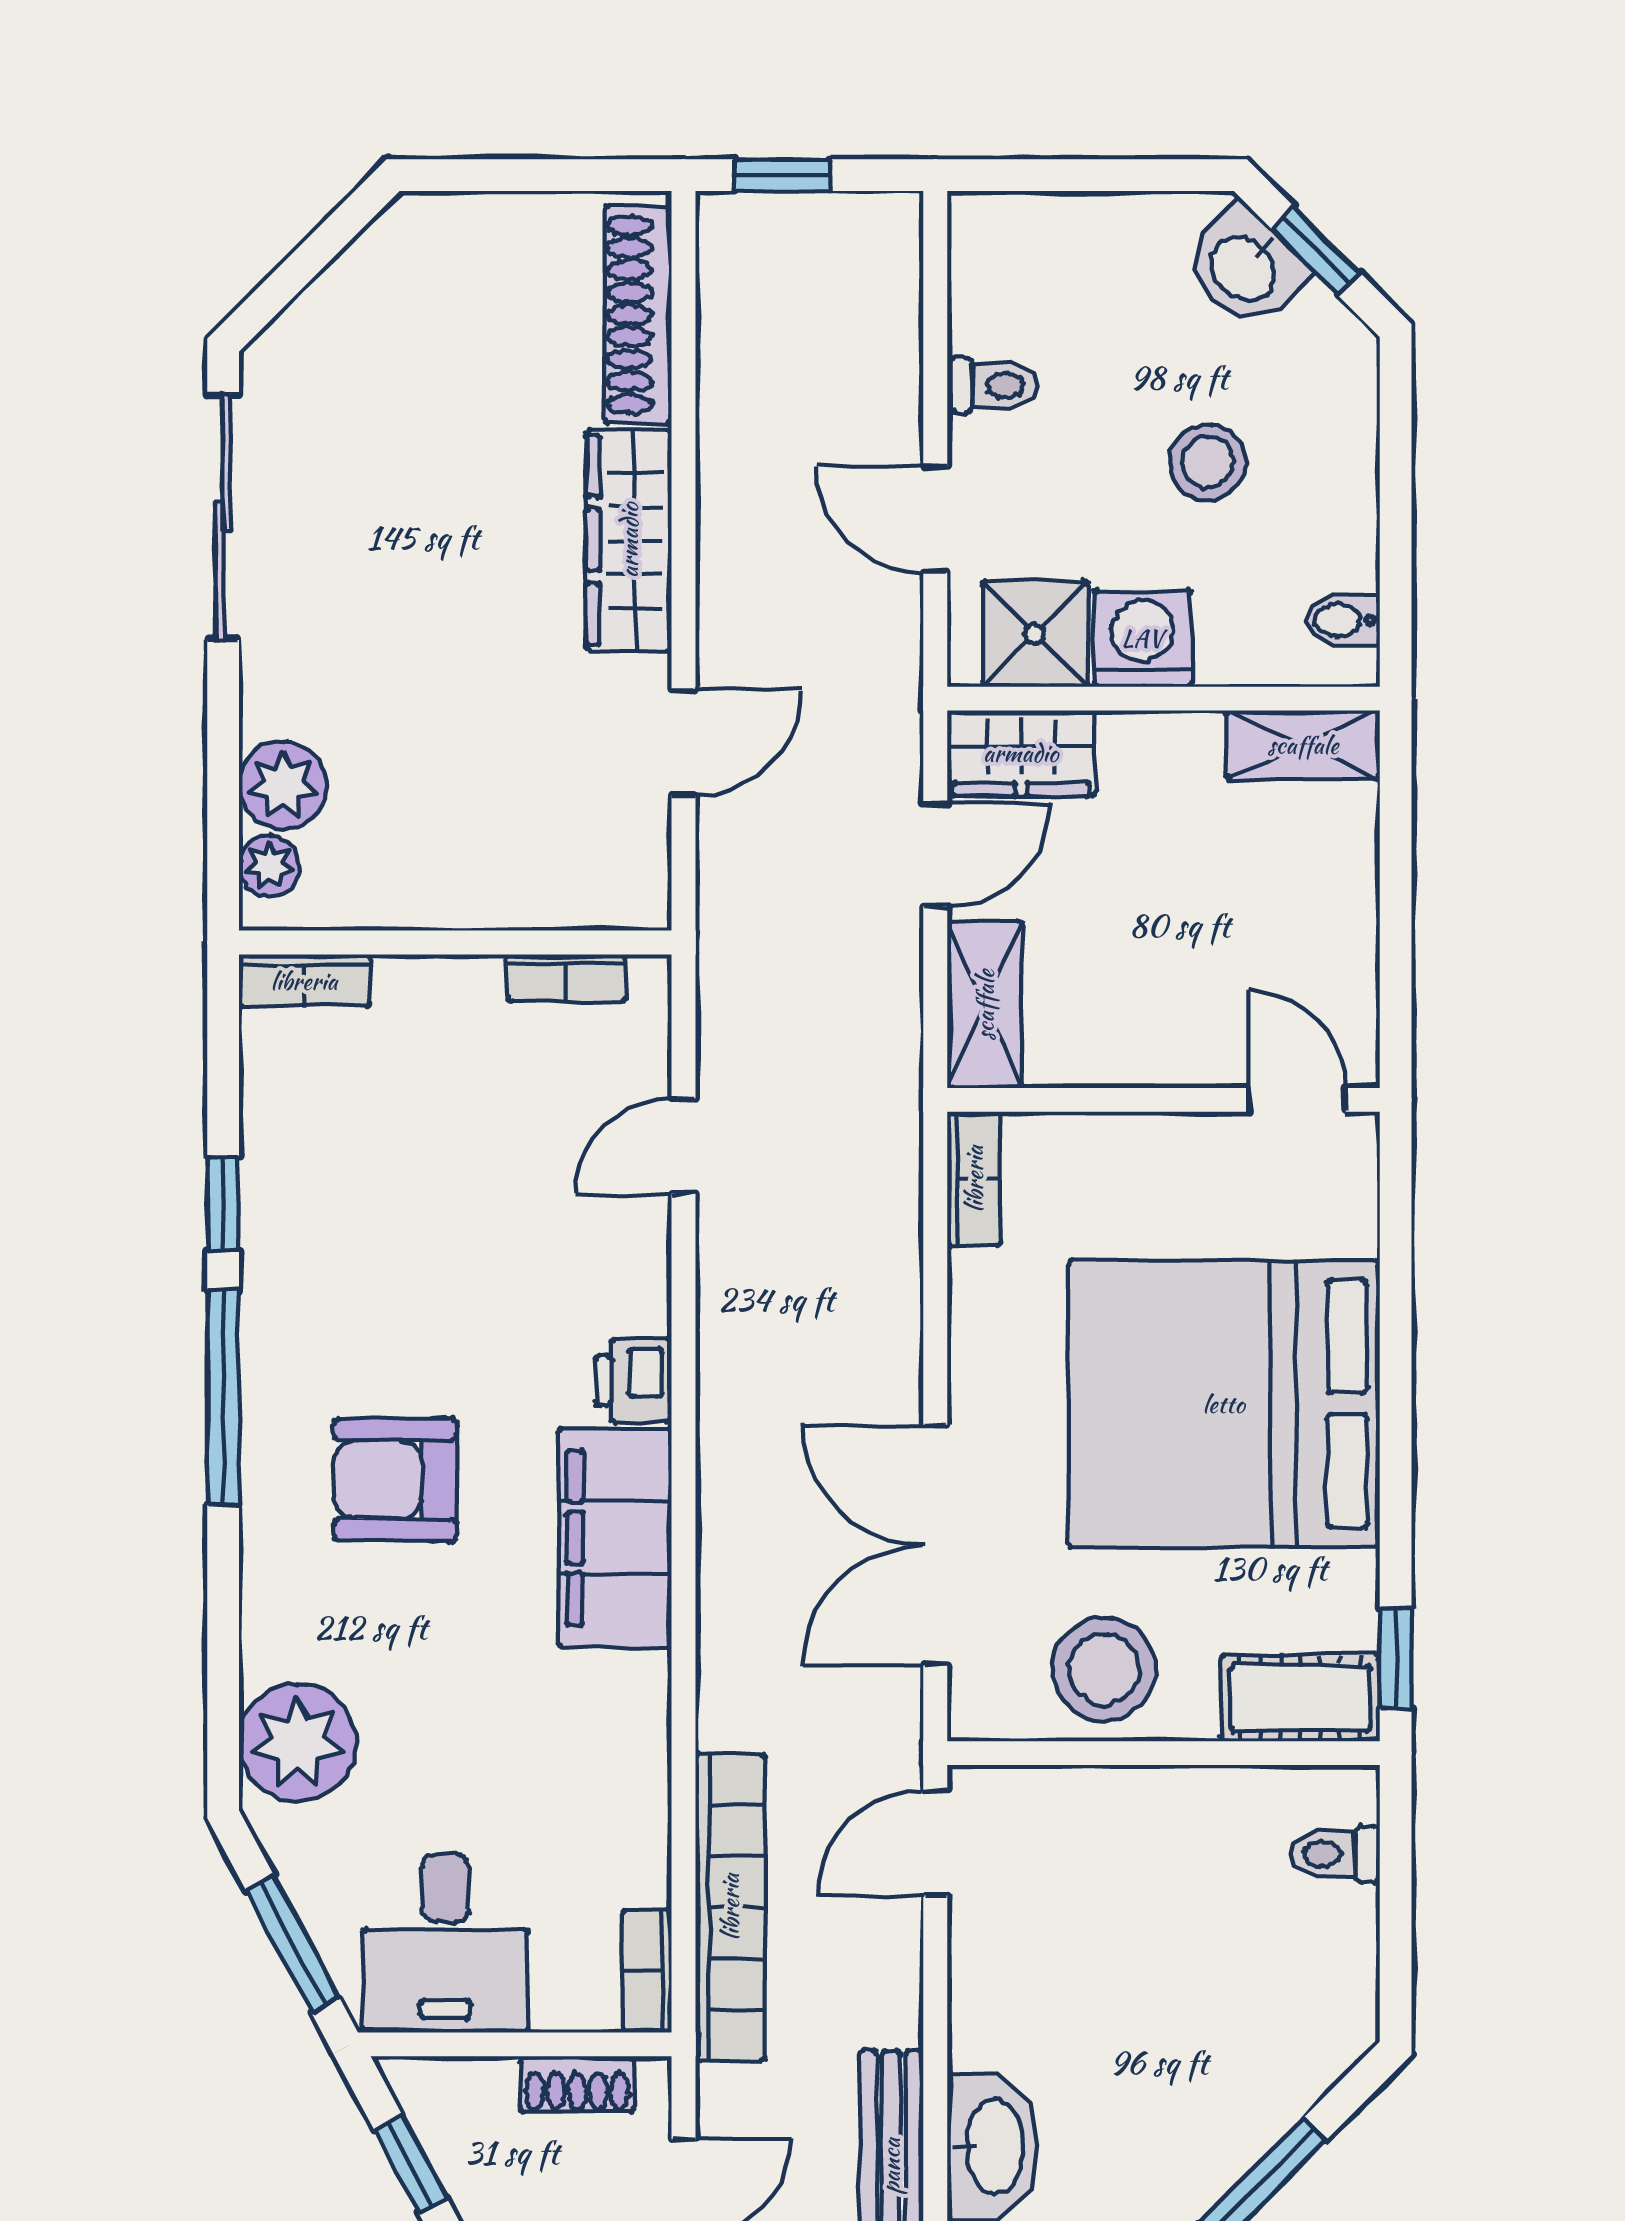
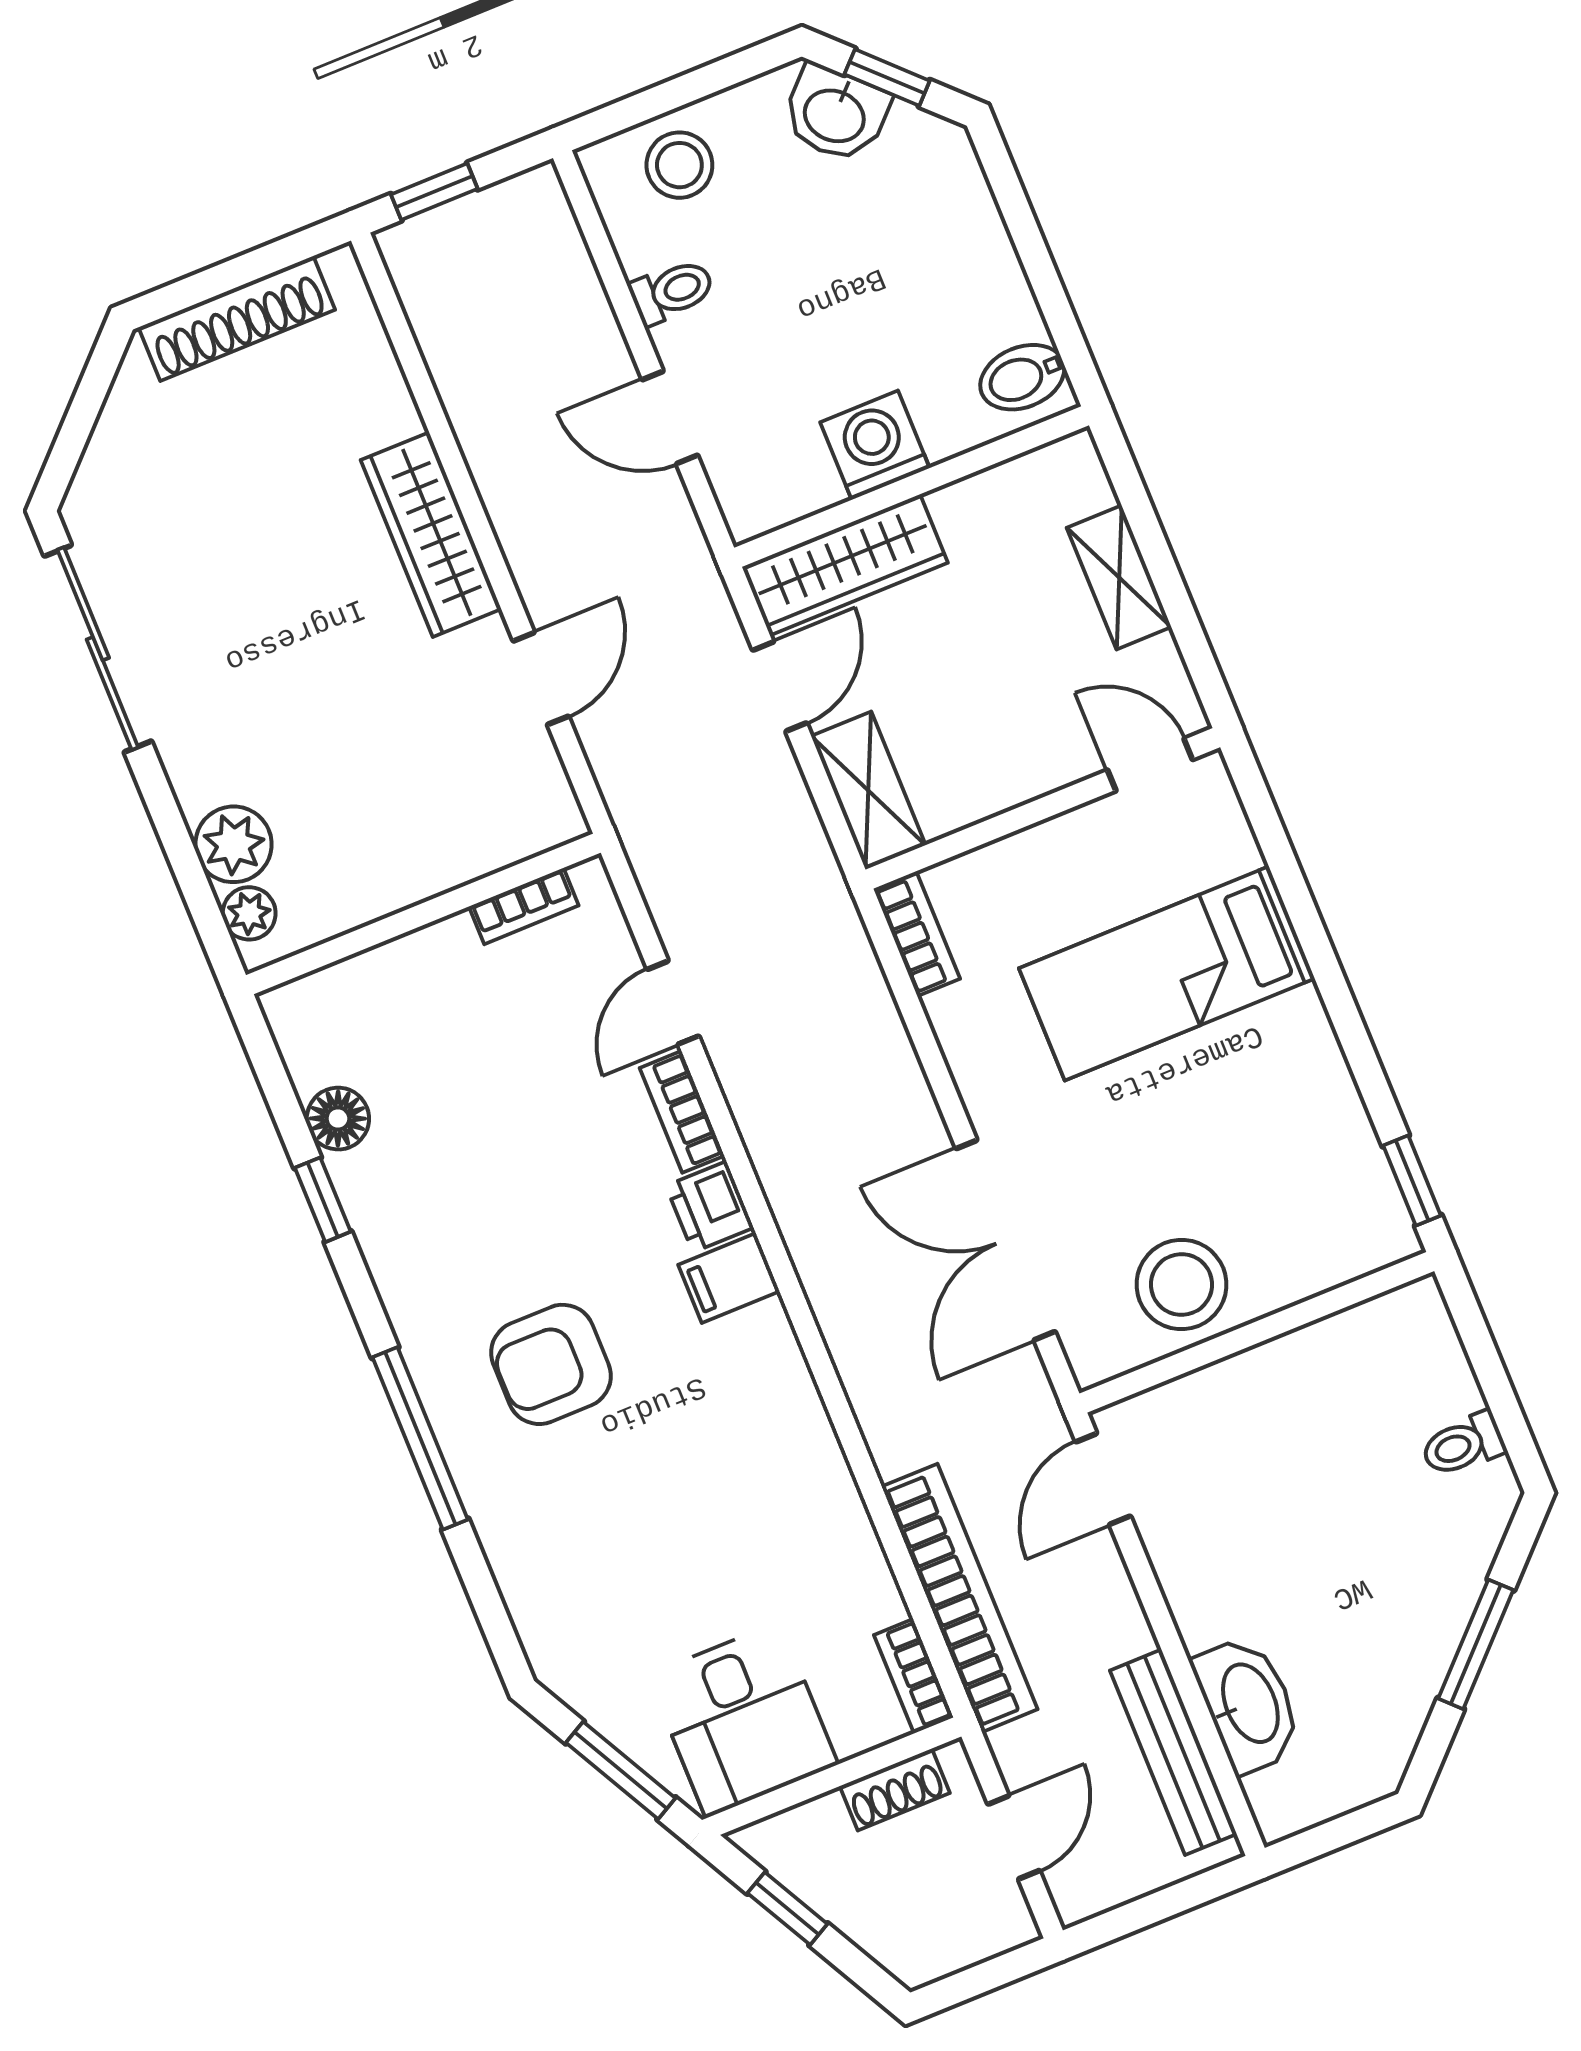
shoe rack: (638, 315) -> (237, 319), moved, turned -90
stool: (1208, 462) -> (679, 165), moved
bidet: (1343, 620) -> (1022, 377), width x1.38, depth x1.36
shower: (1035, 634) -> (787, 477), removed
shelving: (1303, 745) -> (1119, 577), moved, turned 90
wardrobe: (1021, 753) -> (845, 565), width x1.50
bookcase: (304, 981) -> (682, 1112), moved, turned 90
floor lamp: (275, 1124) -> (338, 1119), added
window: (223, 1398) -> (420, 1438), moved
bed: (1224, 1404) -> (1167, 973), width x0.49
filing cabinet: (615, 1538) -> (729, 1278), width x0.33, depth x0.86
cot: (1300, 1698) -> (1348, 1243), removed
plant: (298, 1743) -> (559, 1607), removed
toilet: (1335, 1854) -> (1463, 1445), moved

